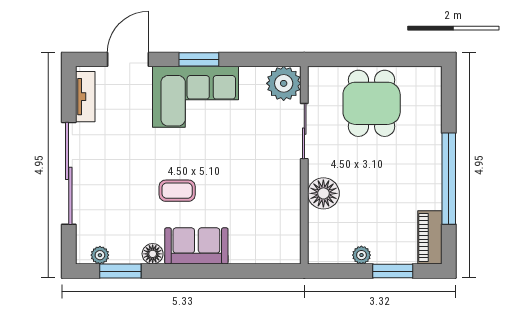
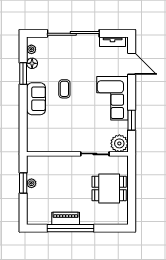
window: (199, 59) -> (132, 120), moved
floor lamp: (323, 193) -> (63, 164), removed
piano: (430, 237) -> (66, 218), moved
floor lamp: (153, 254) -> (32, 63), moved
window: (120, 271) -> (23, 73), moved
window: (393, 271) -> (23, 183), moved

